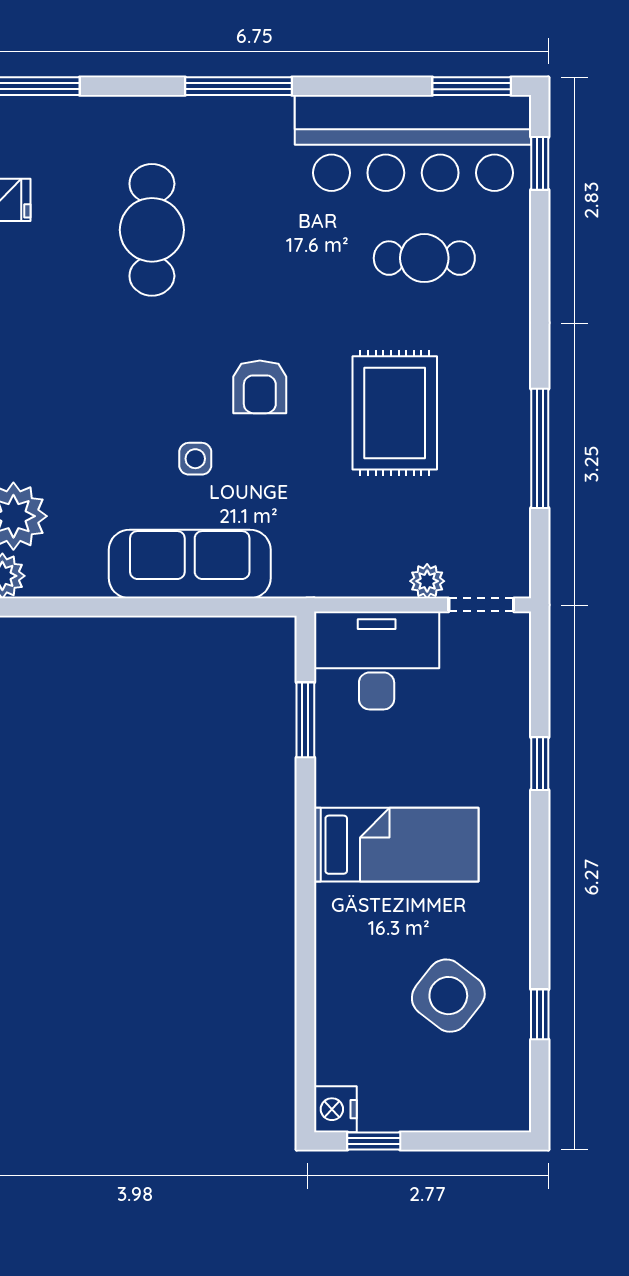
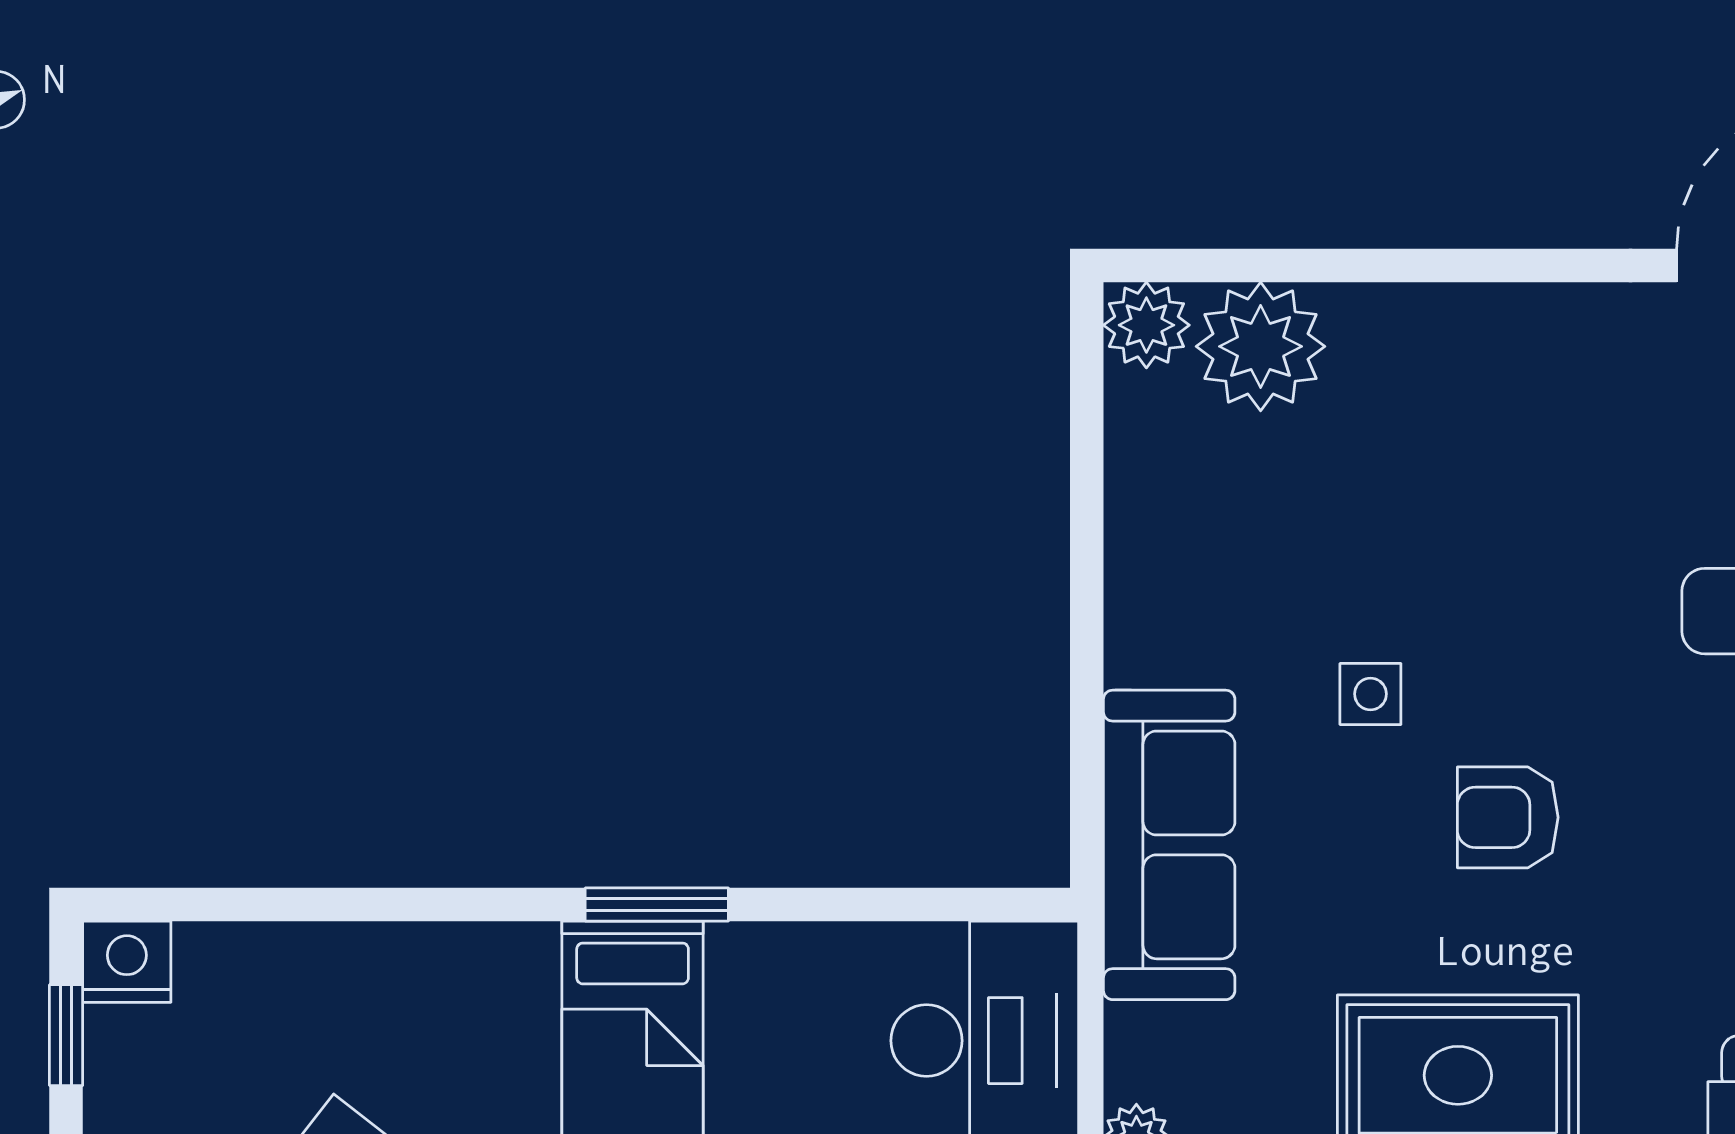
sofa: (190, 564) -> (1169, 845), moved
window: (305, 720) -> (657, 904), moved

